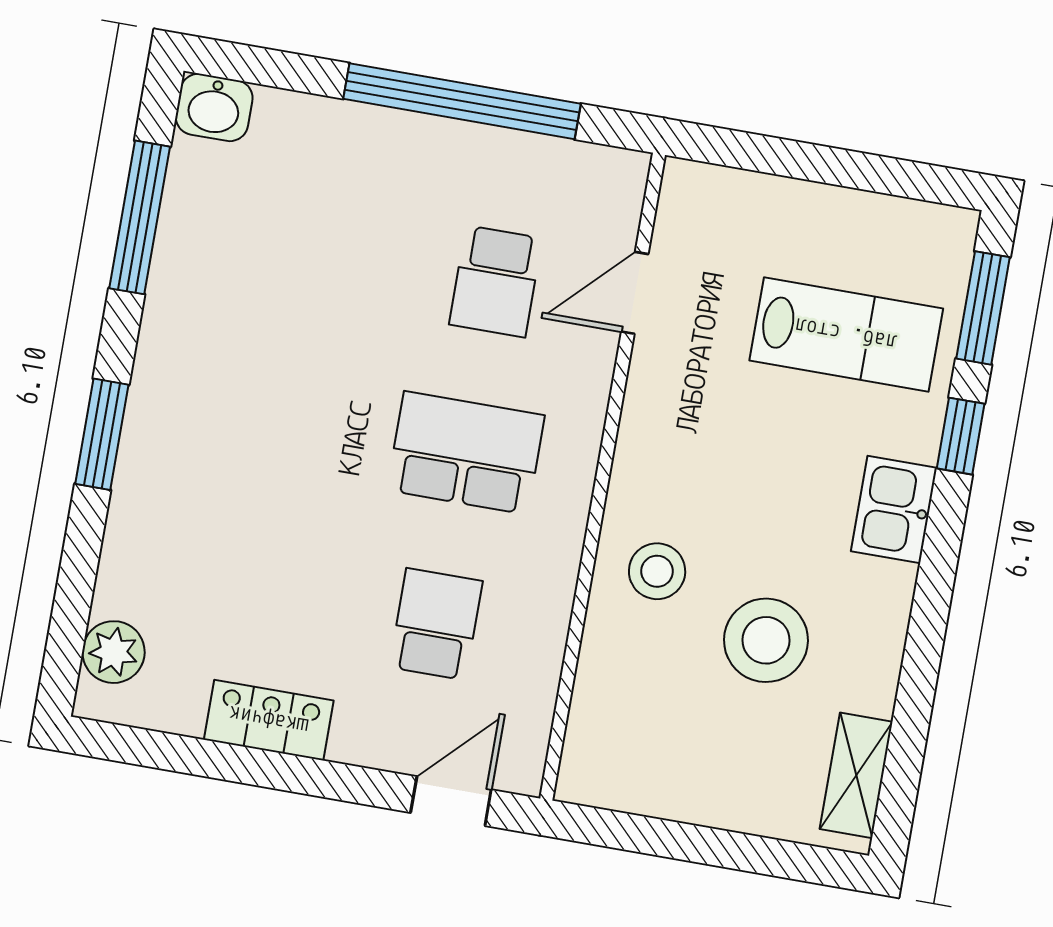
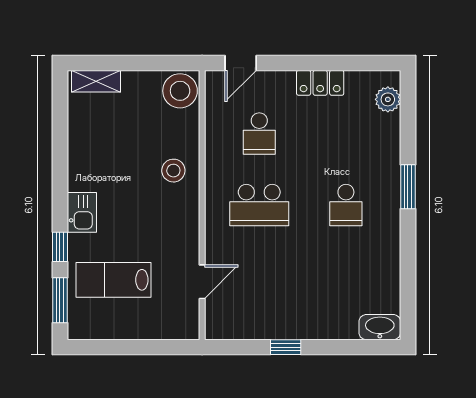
window: (462, 101) -> (286, 347), width x0.32
washbasin: (214, 107) -> (380, 327), width x1.38
window: (140, 217) -> (408, 277), removed
school desk: (496, 281) -> (346, 205), moved, turned 180
stool: (766, 640) -> (180, 91), moved
shelving: (856, 775) -> (96, 81), moved, turned 90

